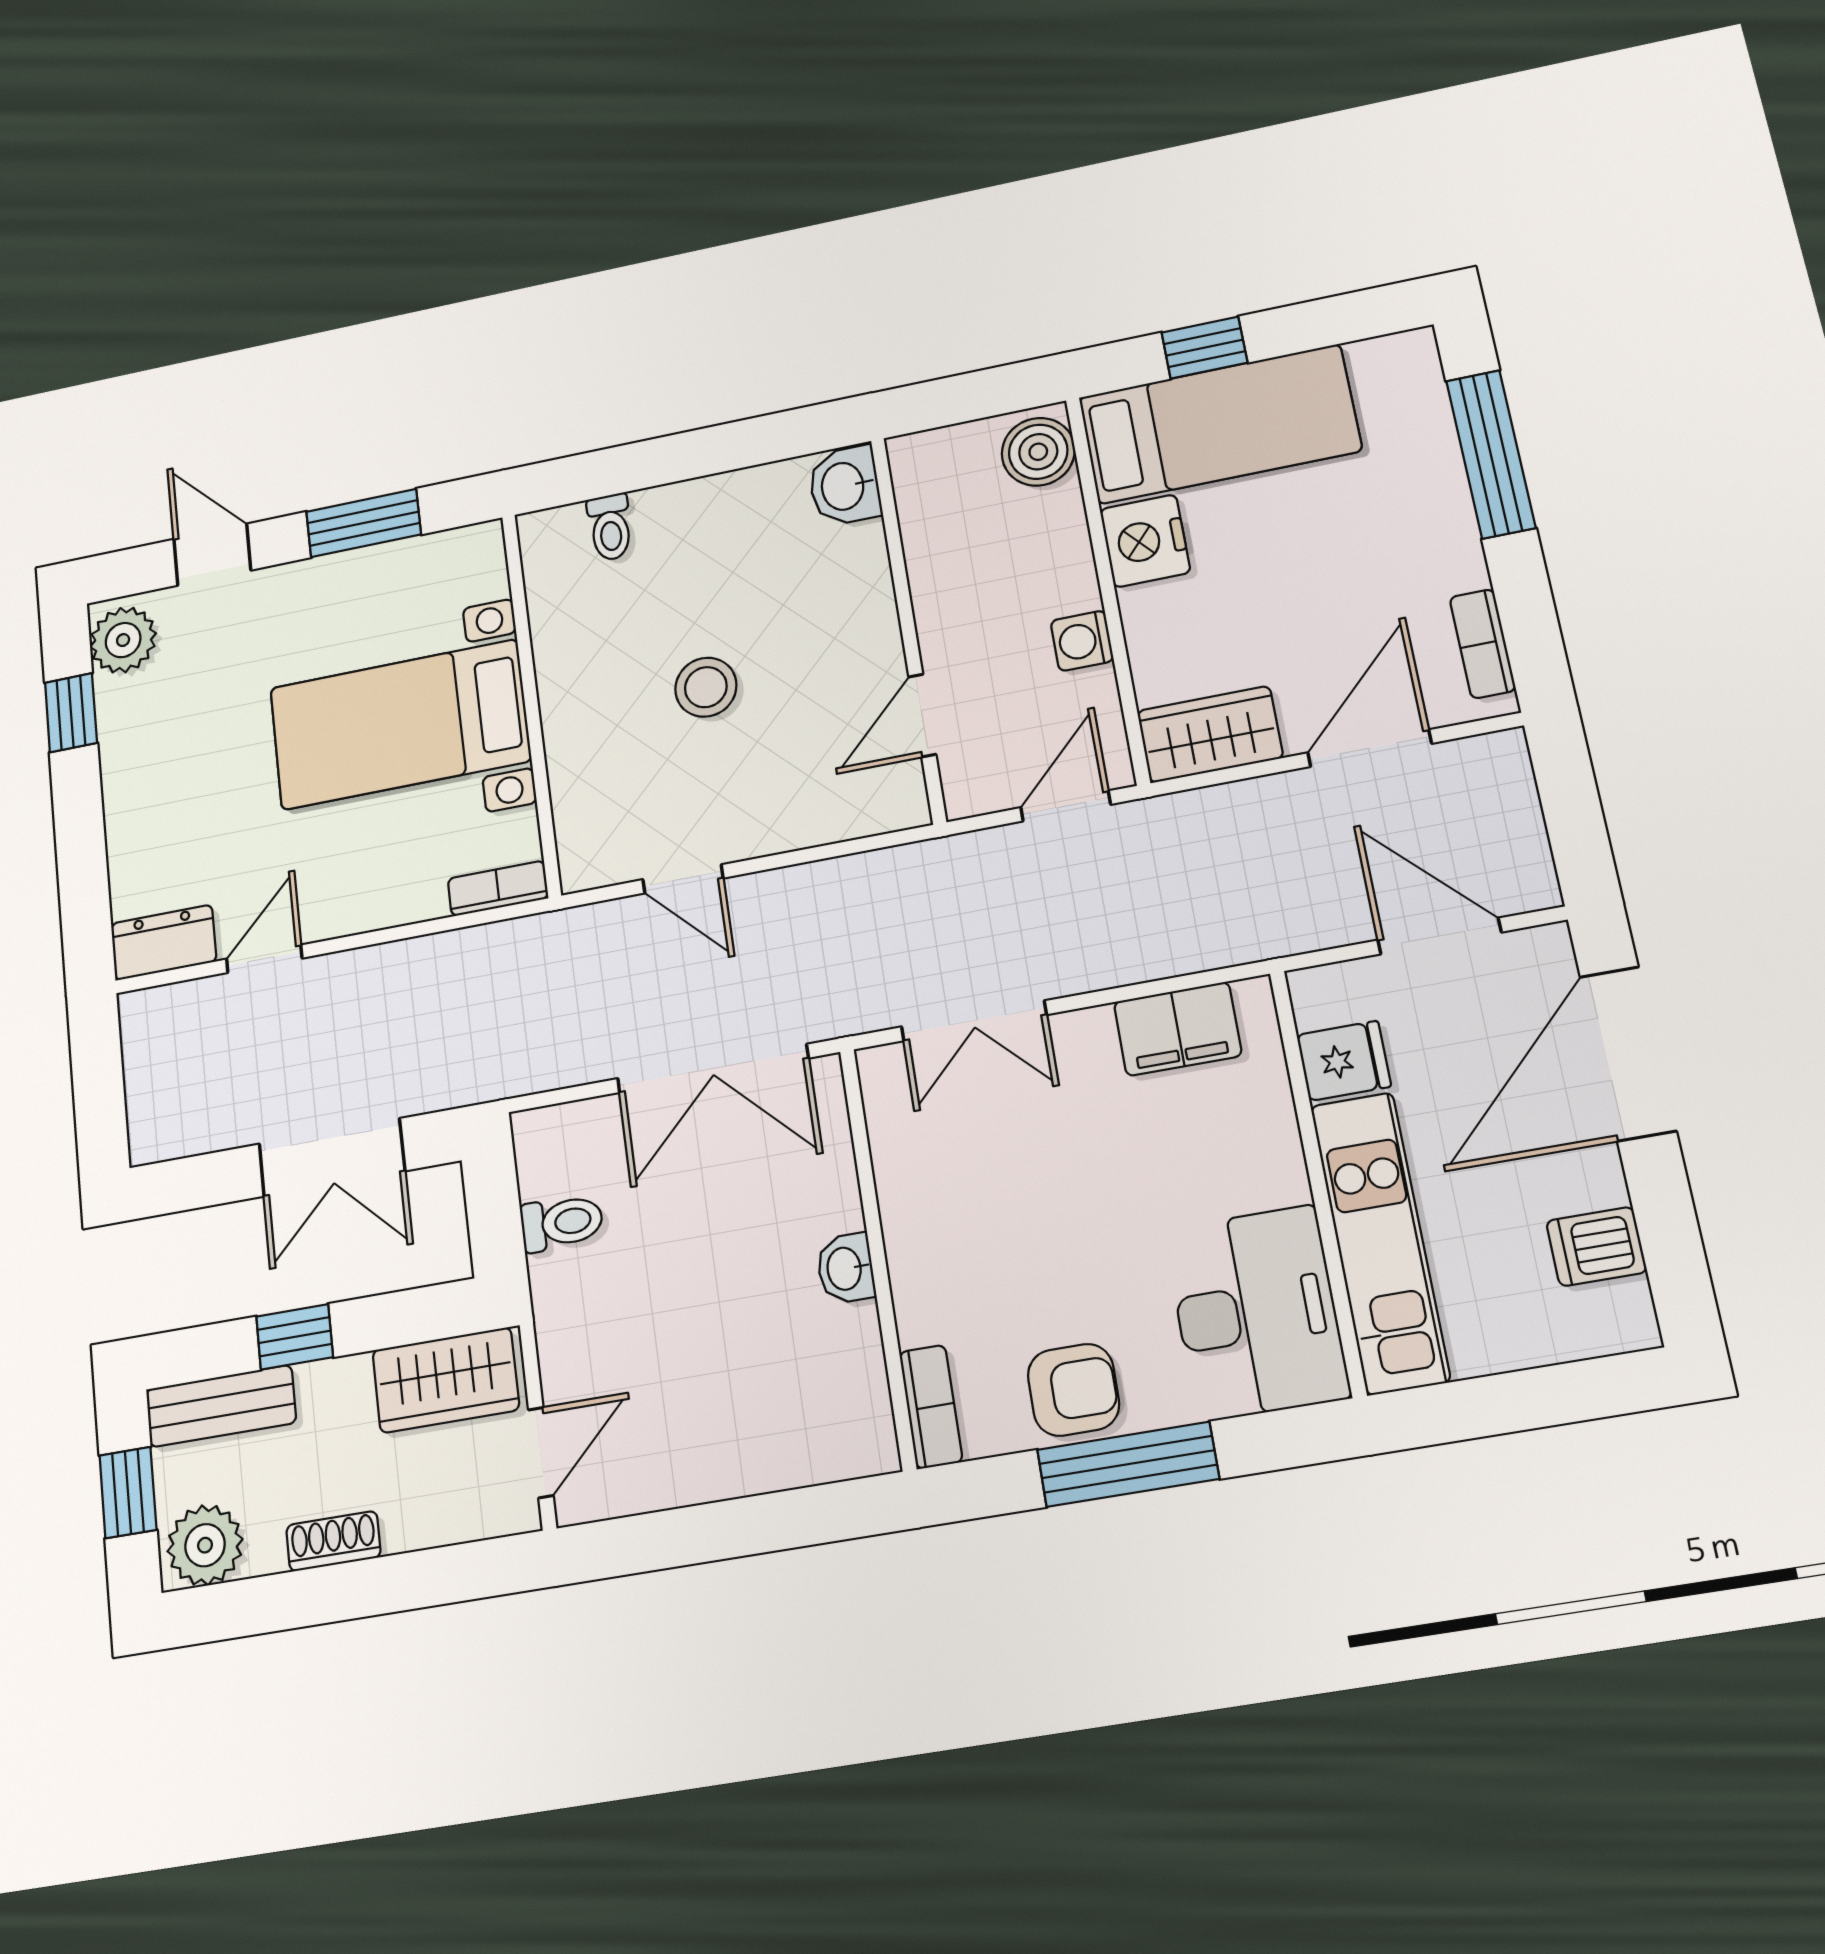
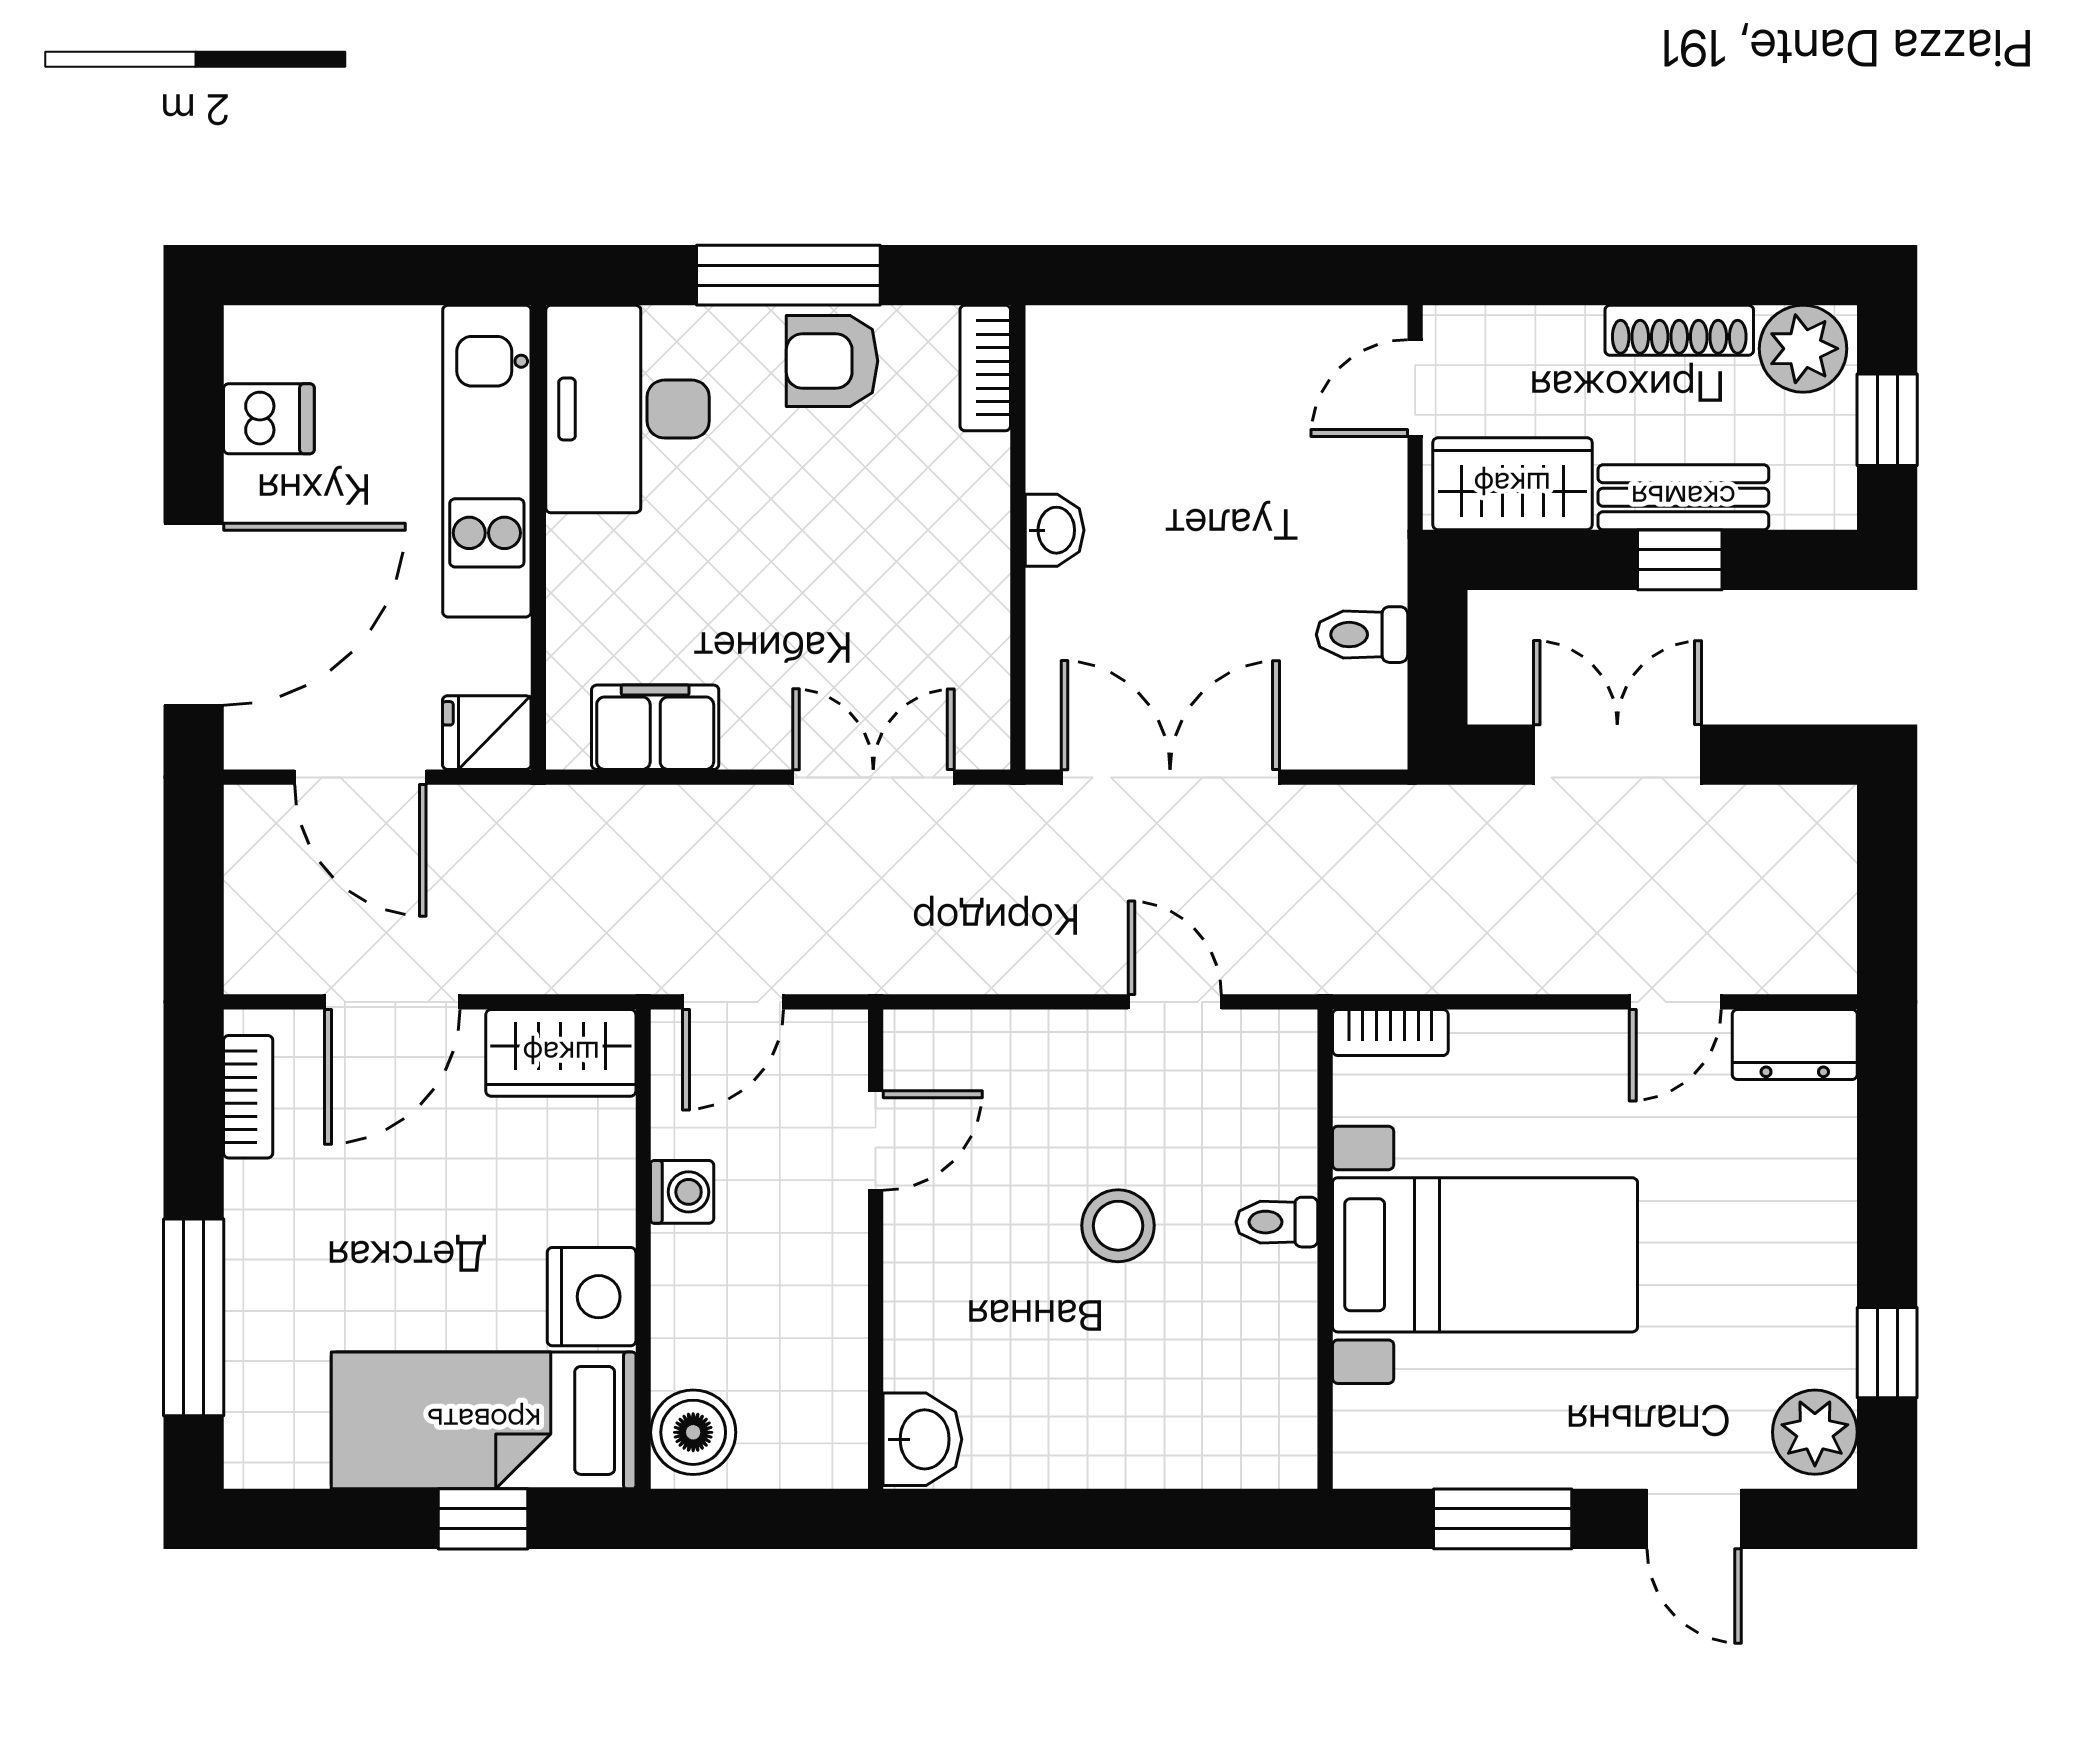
toilet: (610, 527) -> (1277, 1222), moved, turned -90
fridge: (1344, 1061) -> (487, 733), moved
bench: (221, 1406) -> (1683, 497), moved
shoe rack: (333, 1541) -> (1679, 330), width x1.43

